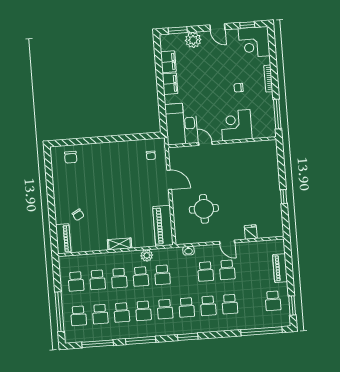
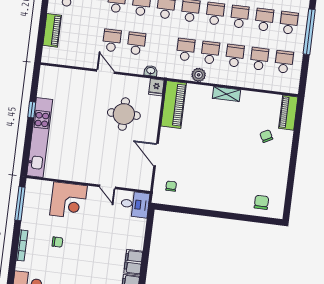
desk: (181, 124) -> (135, 204), width x0.53, depth x0.77
kitchen unit: (272, 174) -> (40, 138), added
fridge: (251, 232) -> (156, 87), moved

